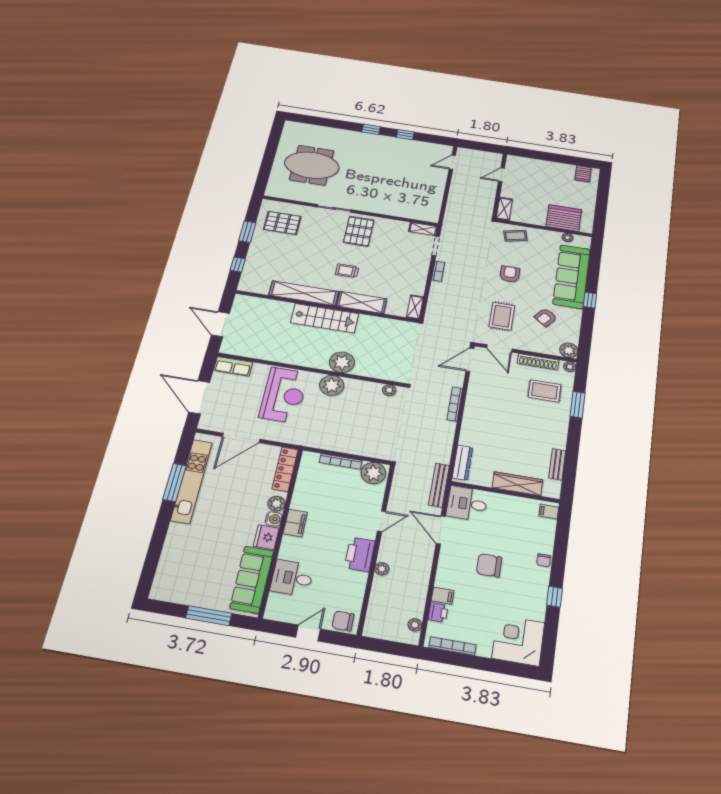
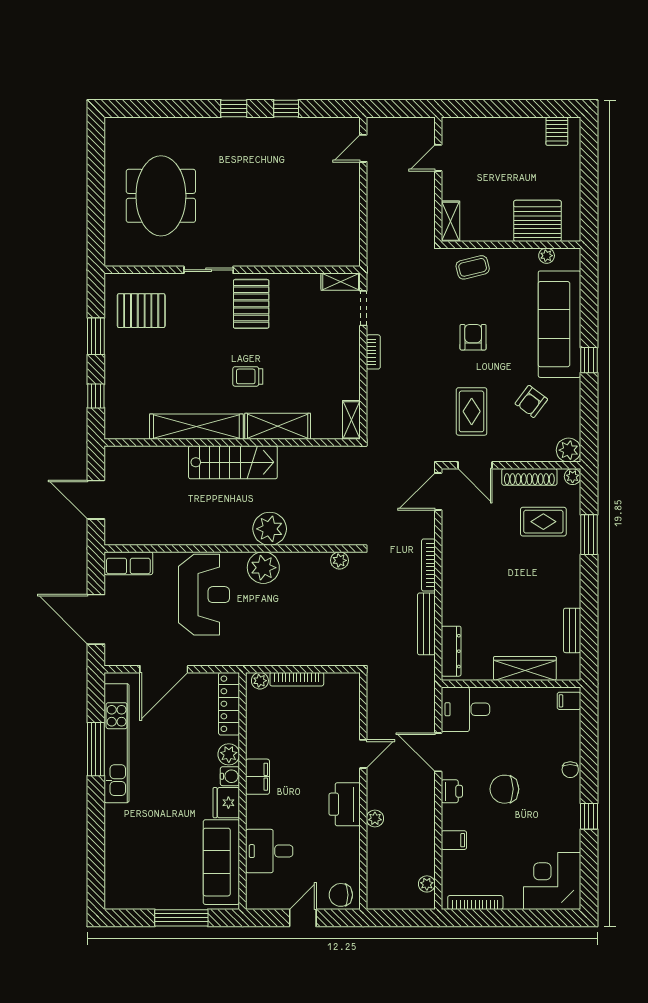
meeting table: (312, 165) -> (161, 196), turned 90
plant: (373, 473) -> (260, 681), moved, width x0.53, depth x0.53
bench: (439, 485) -> (426, 624), moved
printer: (438, 612) -> (452, 791), moved

